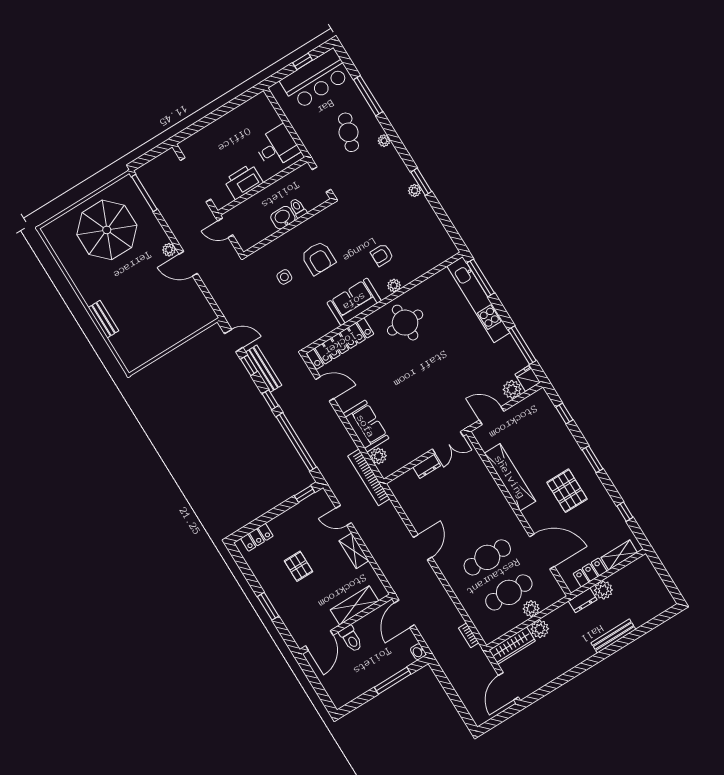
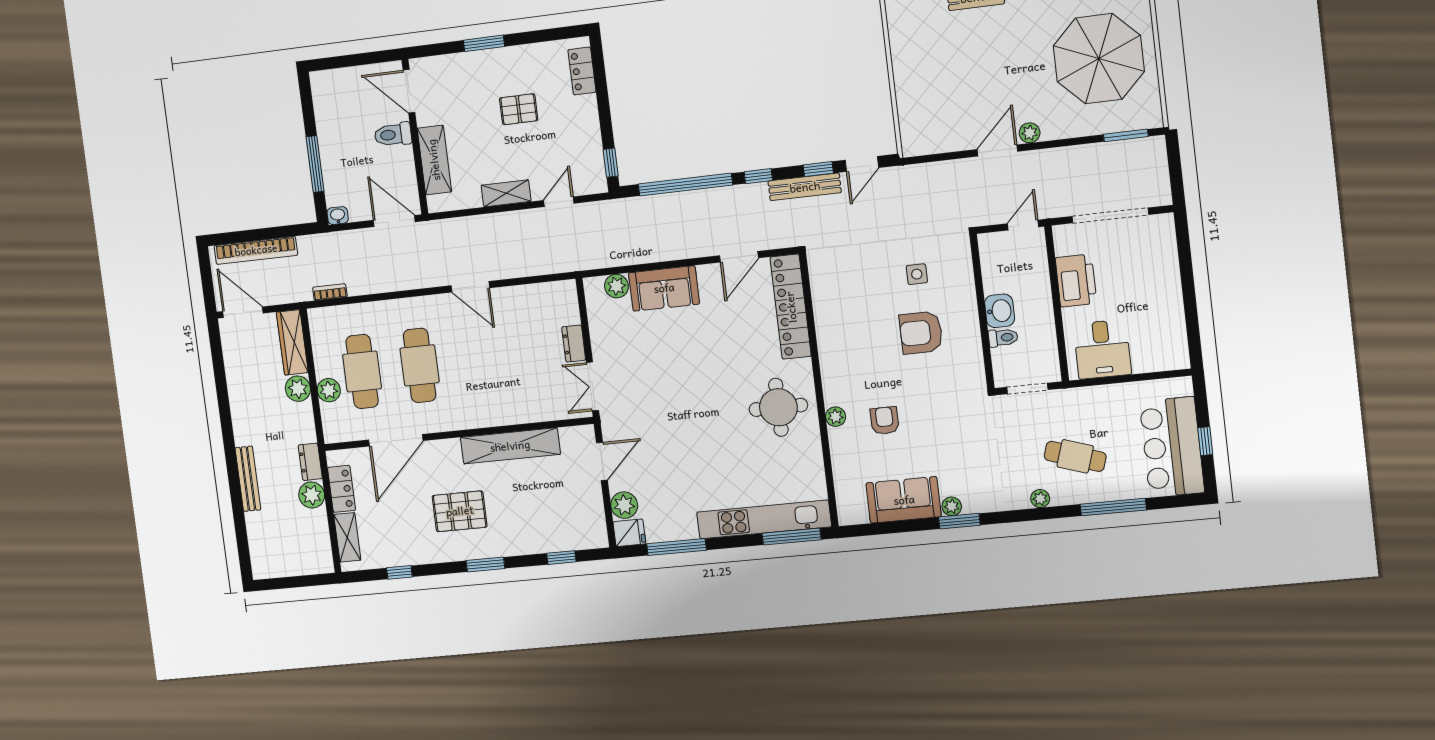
window: (144, 193) -> (1126, 135), width x0.69
sofa: (354, 302) -> (904, 500), moved, turned -90
bookcase: (369, 477) -> (256, 250), moved, turned 180

